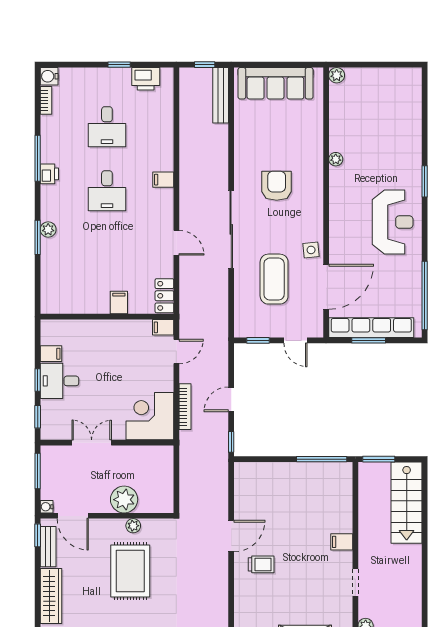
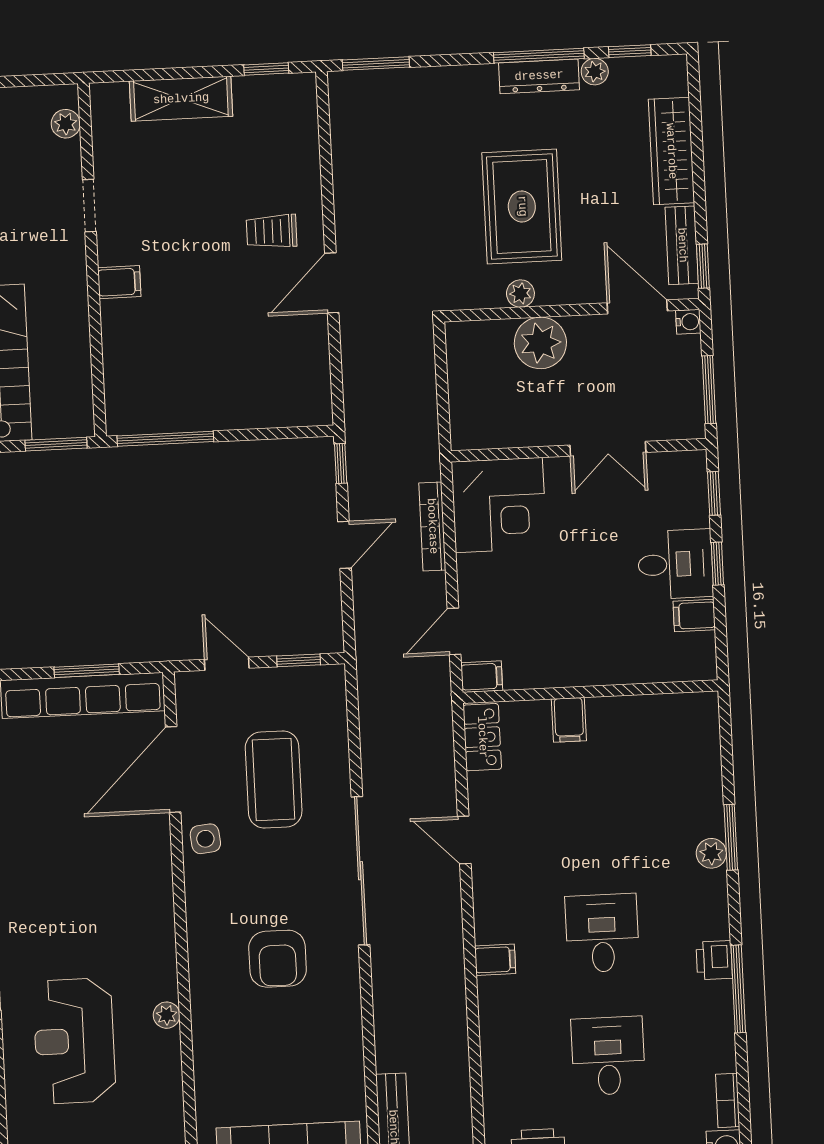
reception desk: (393, 222) -> (74, 1041), moved

